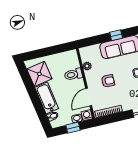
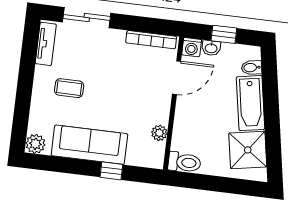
window: (116, 35) -> (111, 171), moved
toilet: (73, 74) -> (184, 162), moved
armchair: (108, 81) -> (132, 93), removed

